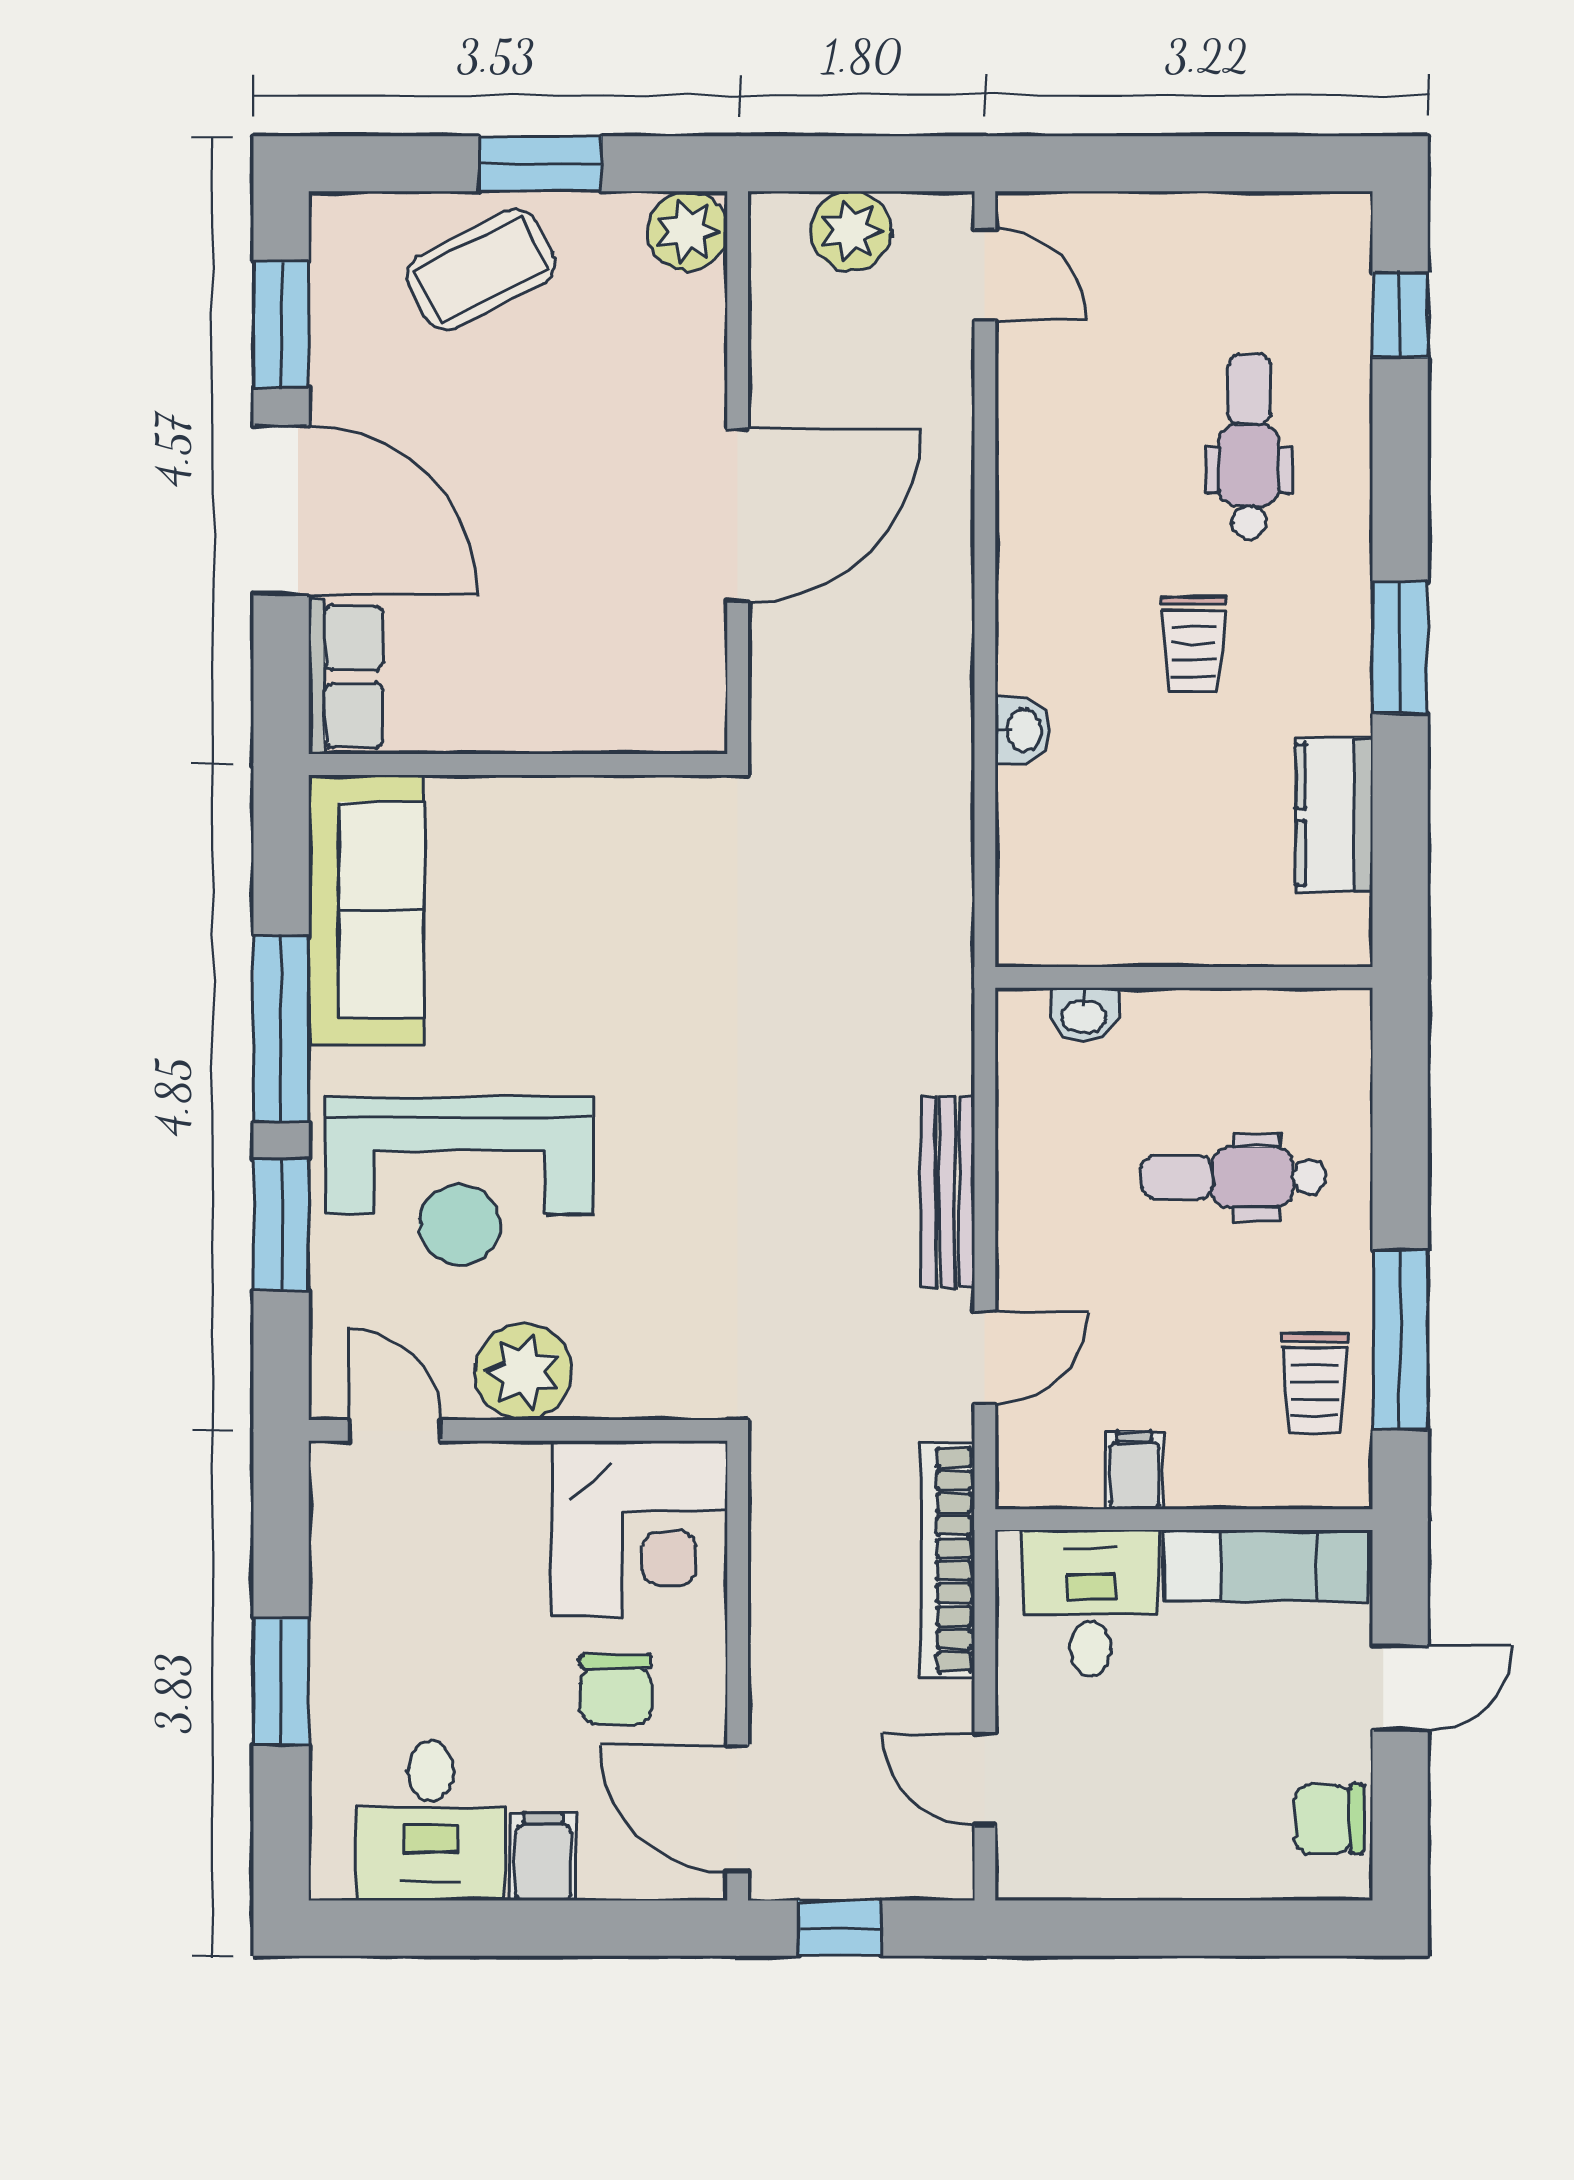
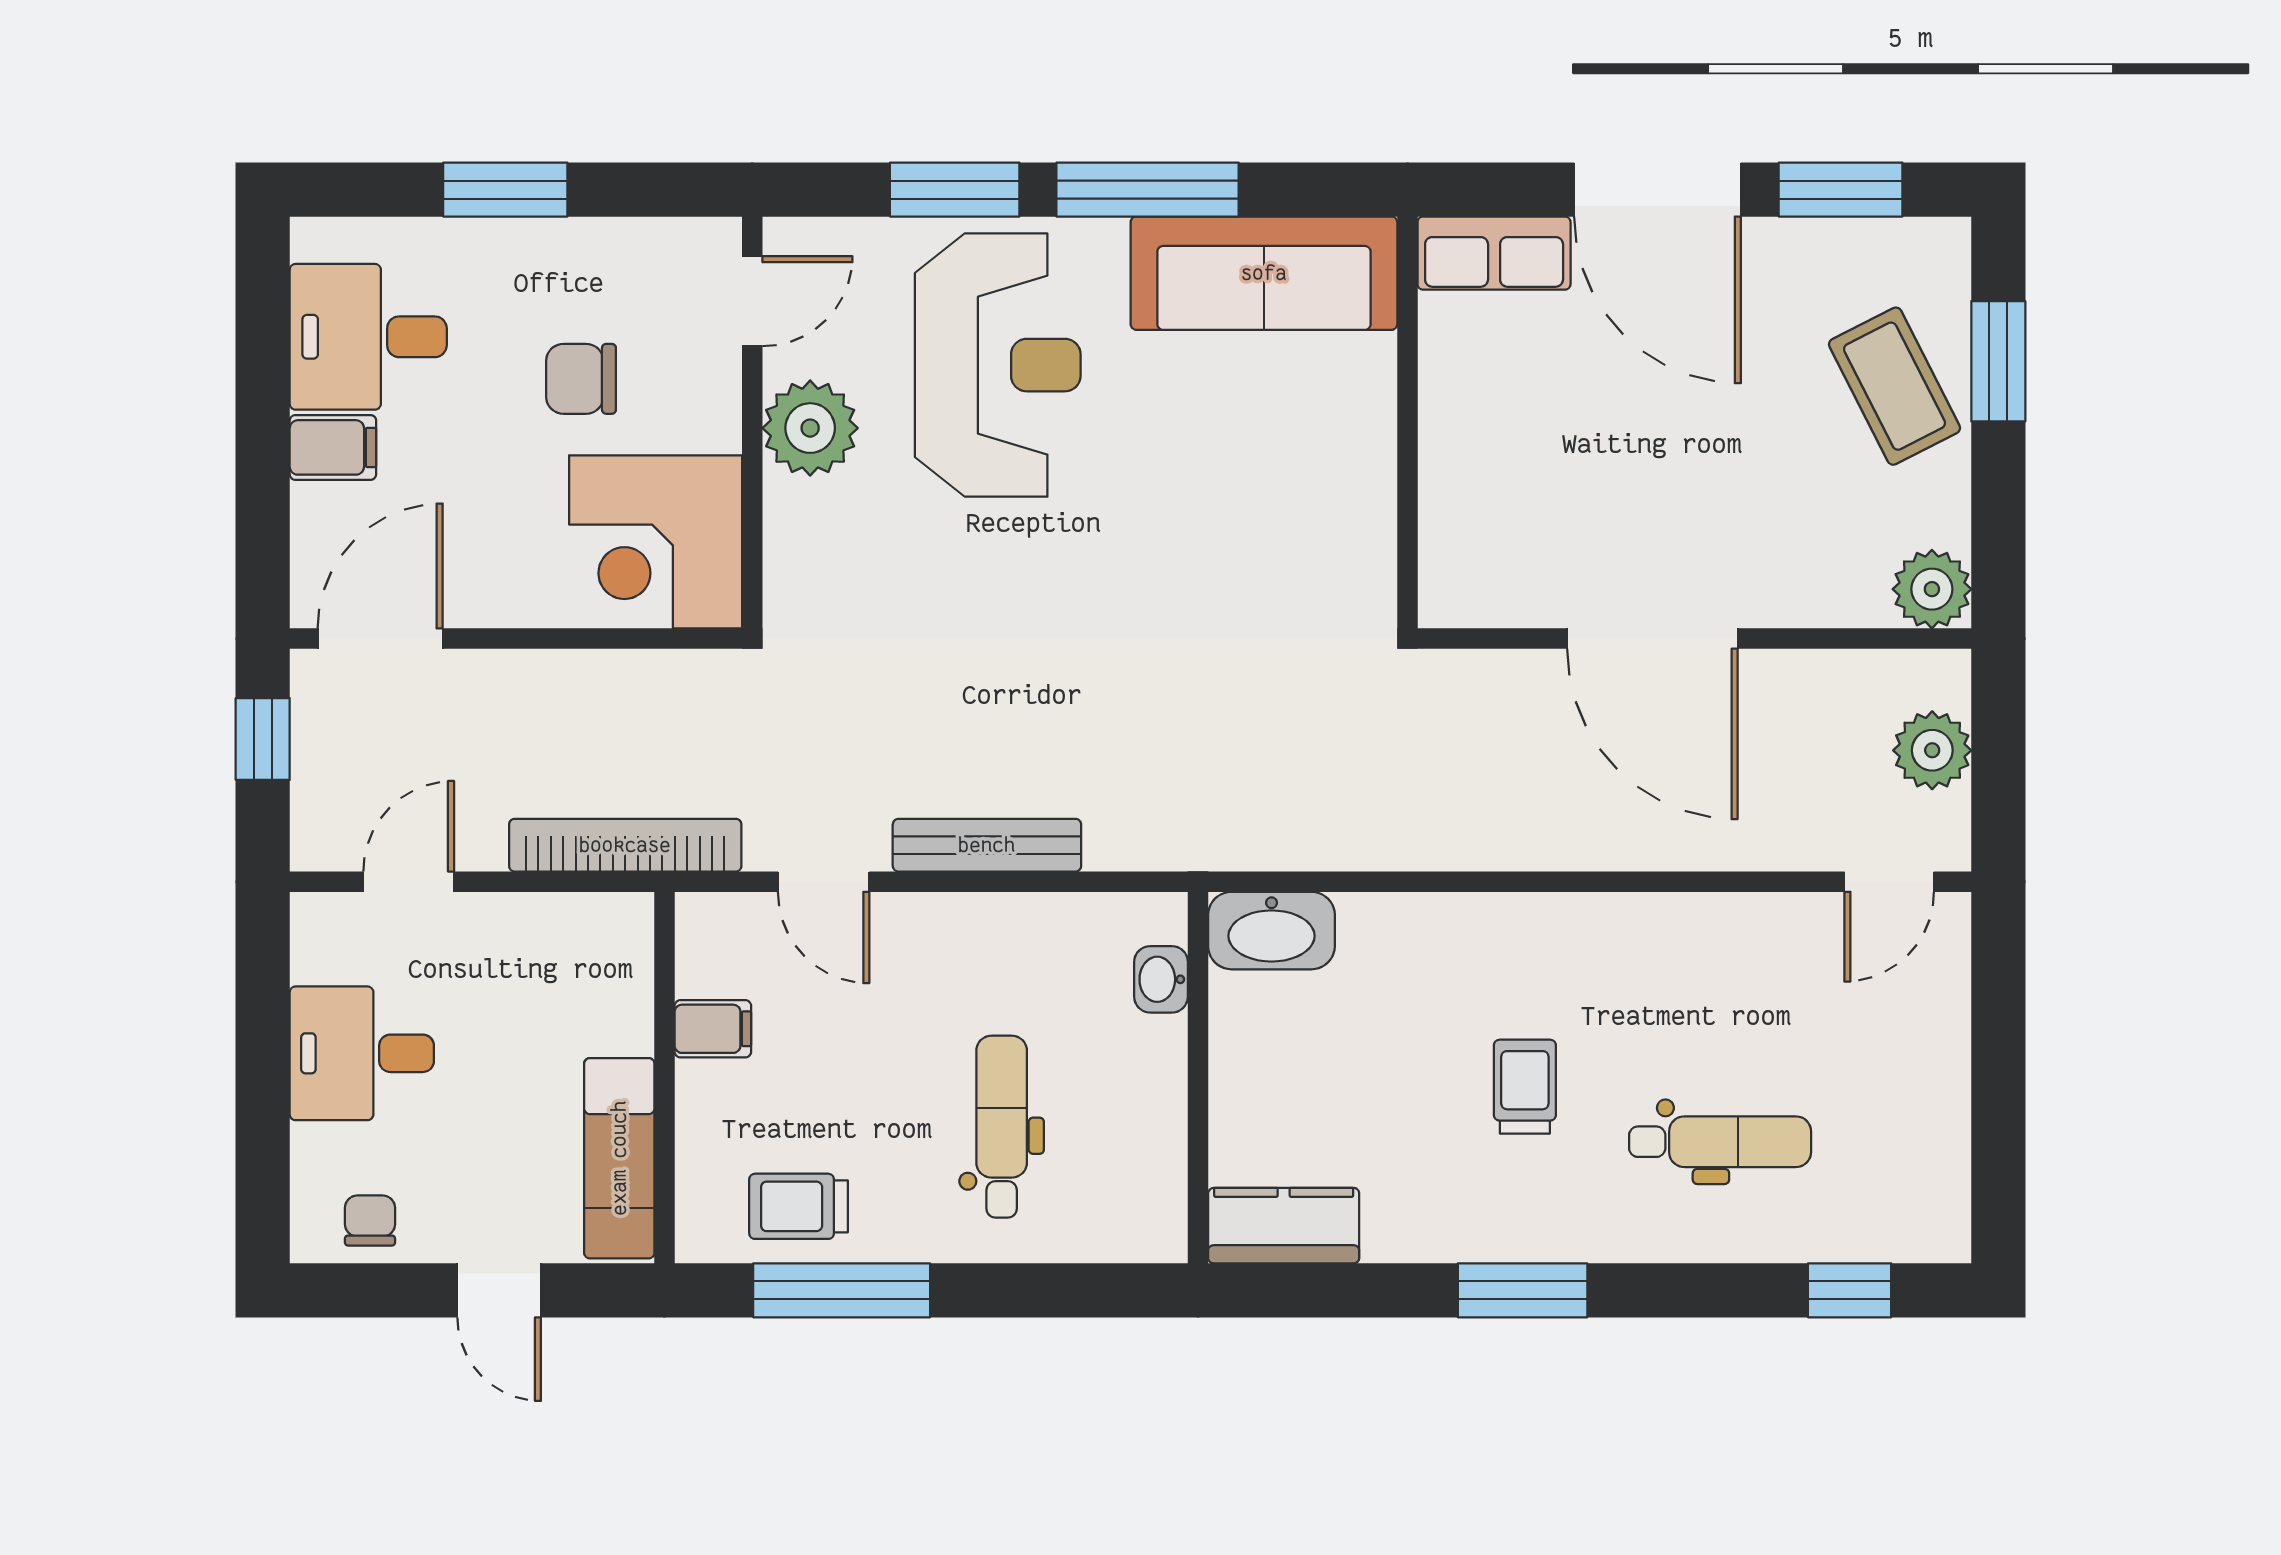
window: (540, 164) -> (1998, 361), moved
door: (281, 510) -> (1658, 190), hinge flipped
trolley: (1193, 645) -> (1525, 1087), turned 90
washbasin: (1022, 730) -> (1271, 931), moved, width x1.91, depth x1.45
kitchen counter: (1334, 815) -> (1284, 1226), moved
reception desk: (460, 1181) -> (998, 365), turned 180
desk: (1091, 1603) -> (362, 1053), moved, turned 180
chair: (616, 1690) -> (581, 379), moved
chair: (1329, 1819) -> (370, 1221), width x0.73, depth x0.73

